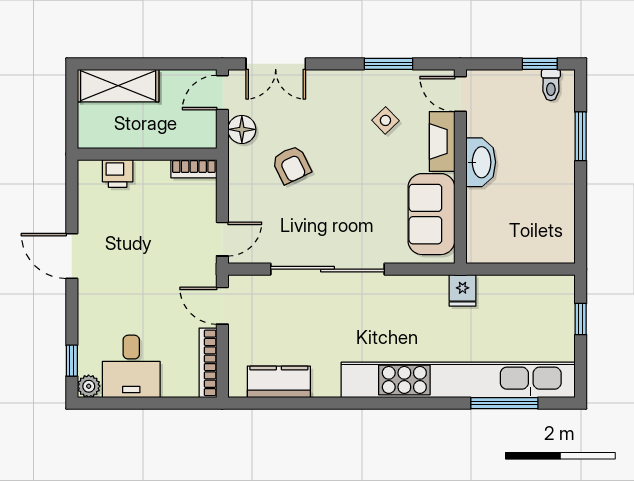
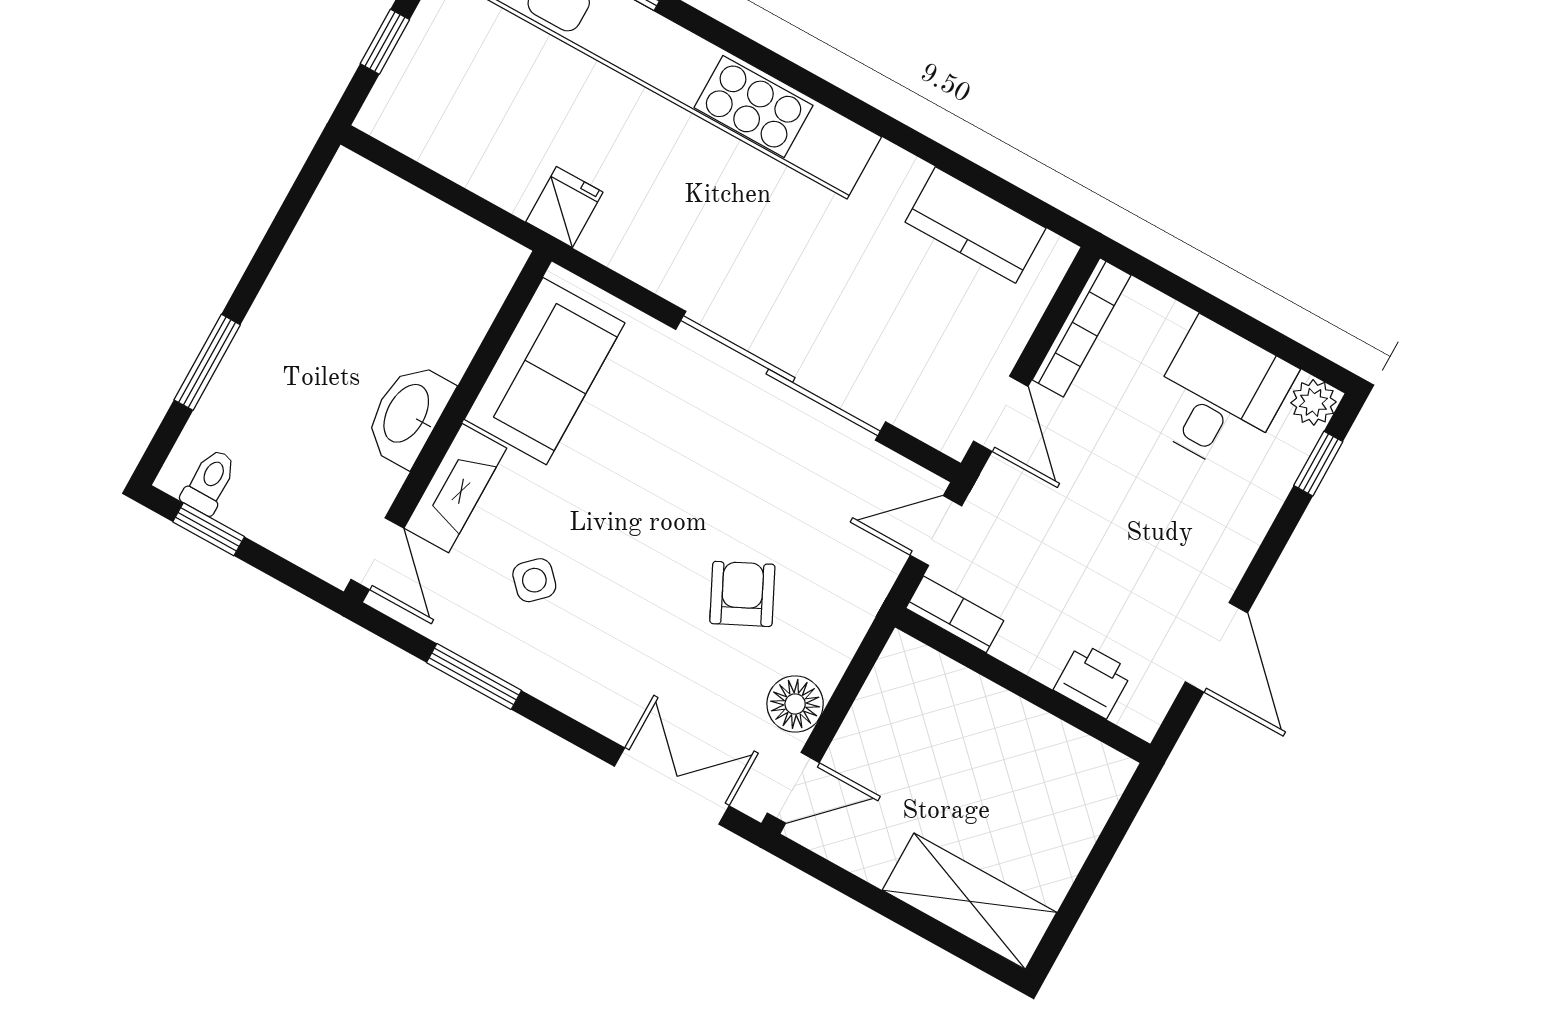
wall: (147, 154) -> (1023, 686), moved
bookcase: (194, 169) -> (955, 614), moved
printer: (118, 173) -> (1093, 680), moved

